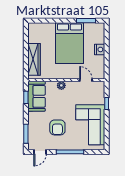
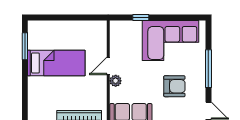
bed: (69, 43) -> (56, 63), width x0.67
nightstand: (100, 49) -> (65, 27), removed
door: (86, 80) -> (108, 66), moved

